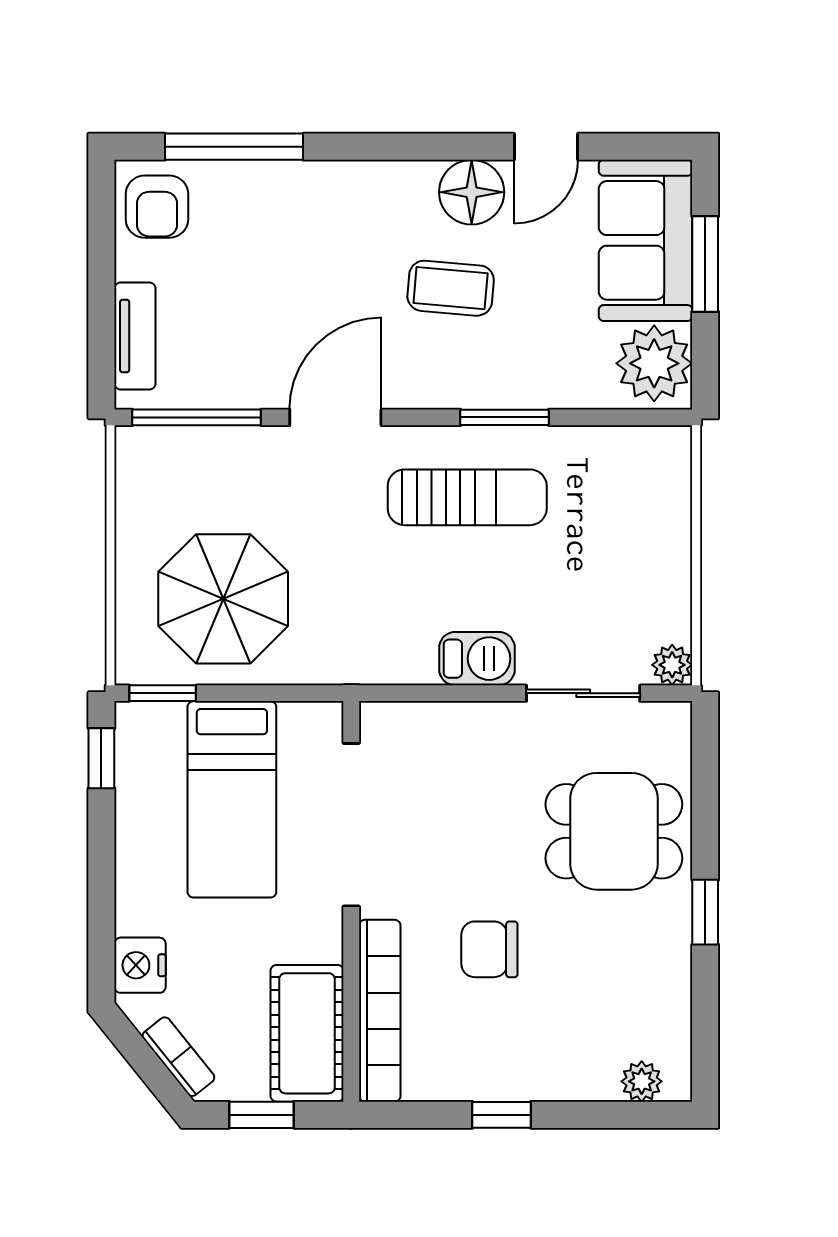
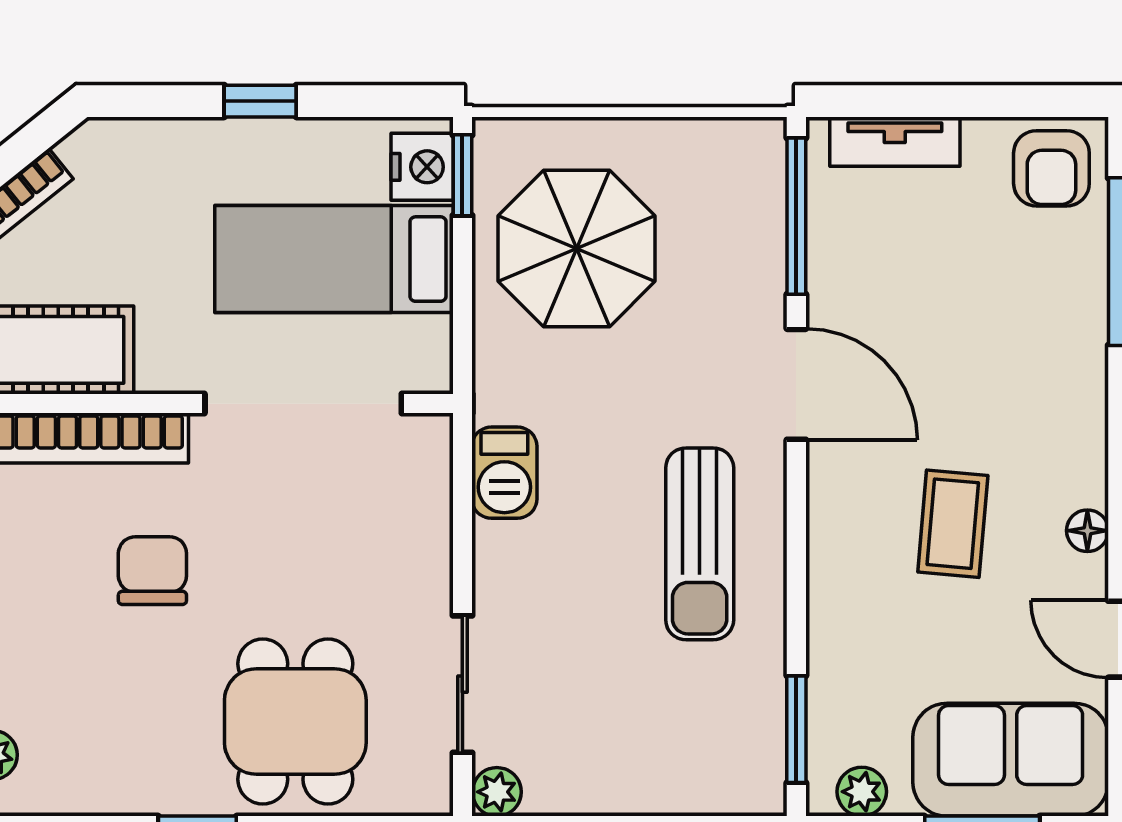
floor lamp: (472, 192) -> (1087, 531), width x0.53, depth x0.53
armchair: (157, 207) -> (1051, 168), turned -90
plant: (654, 363) -> (862, 792), width x0.53, depth x0.53
window: (504, 417) -> (796, 729), moved
barbecue: (477, 659) -> (504, 473), moved
window: (101, 758) -> (260, 101), moved
nightstand: (140, 965) -> (422, 167), moved, turned 90

